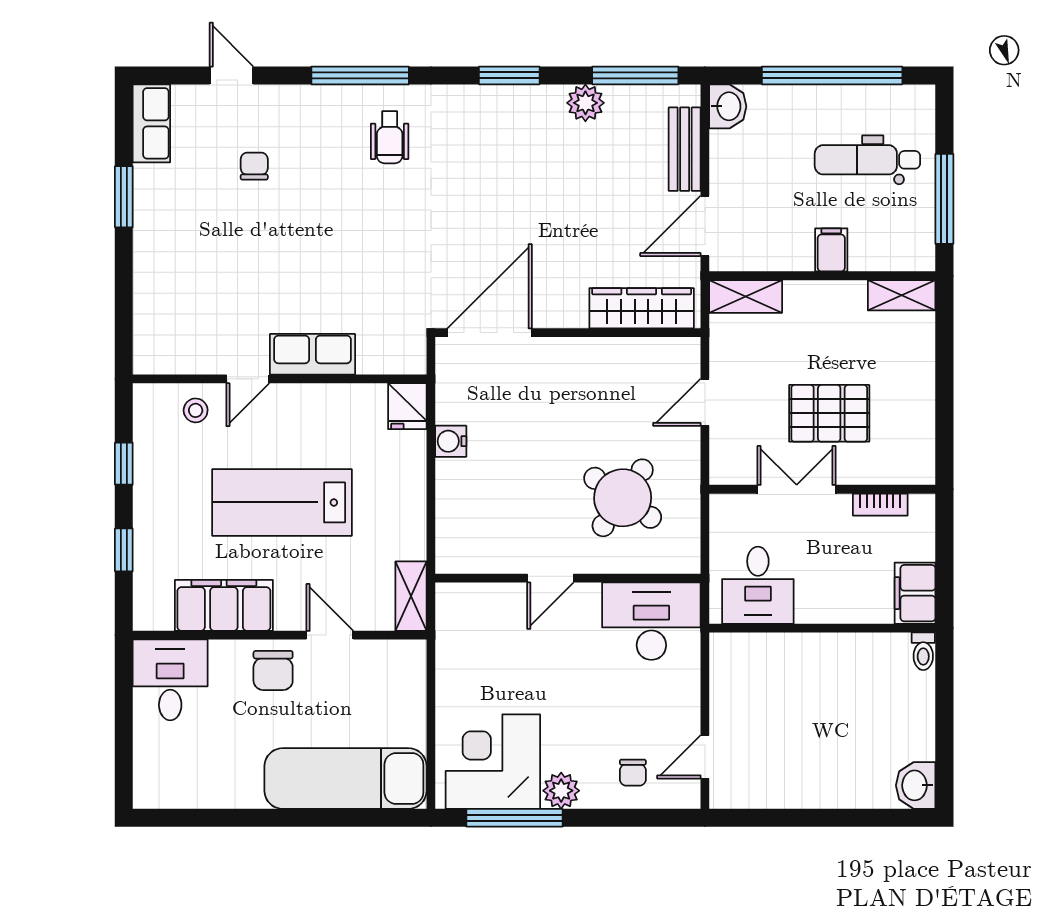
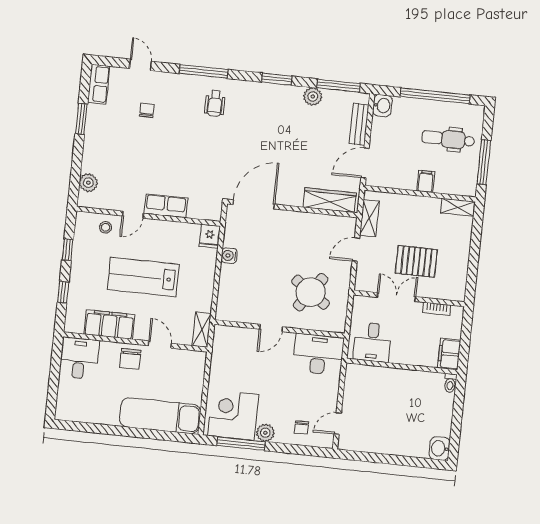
shelving: (746, 296) -> (369, 218), moved, turned 90
plant: (151, 324) -> (88, 183), added

